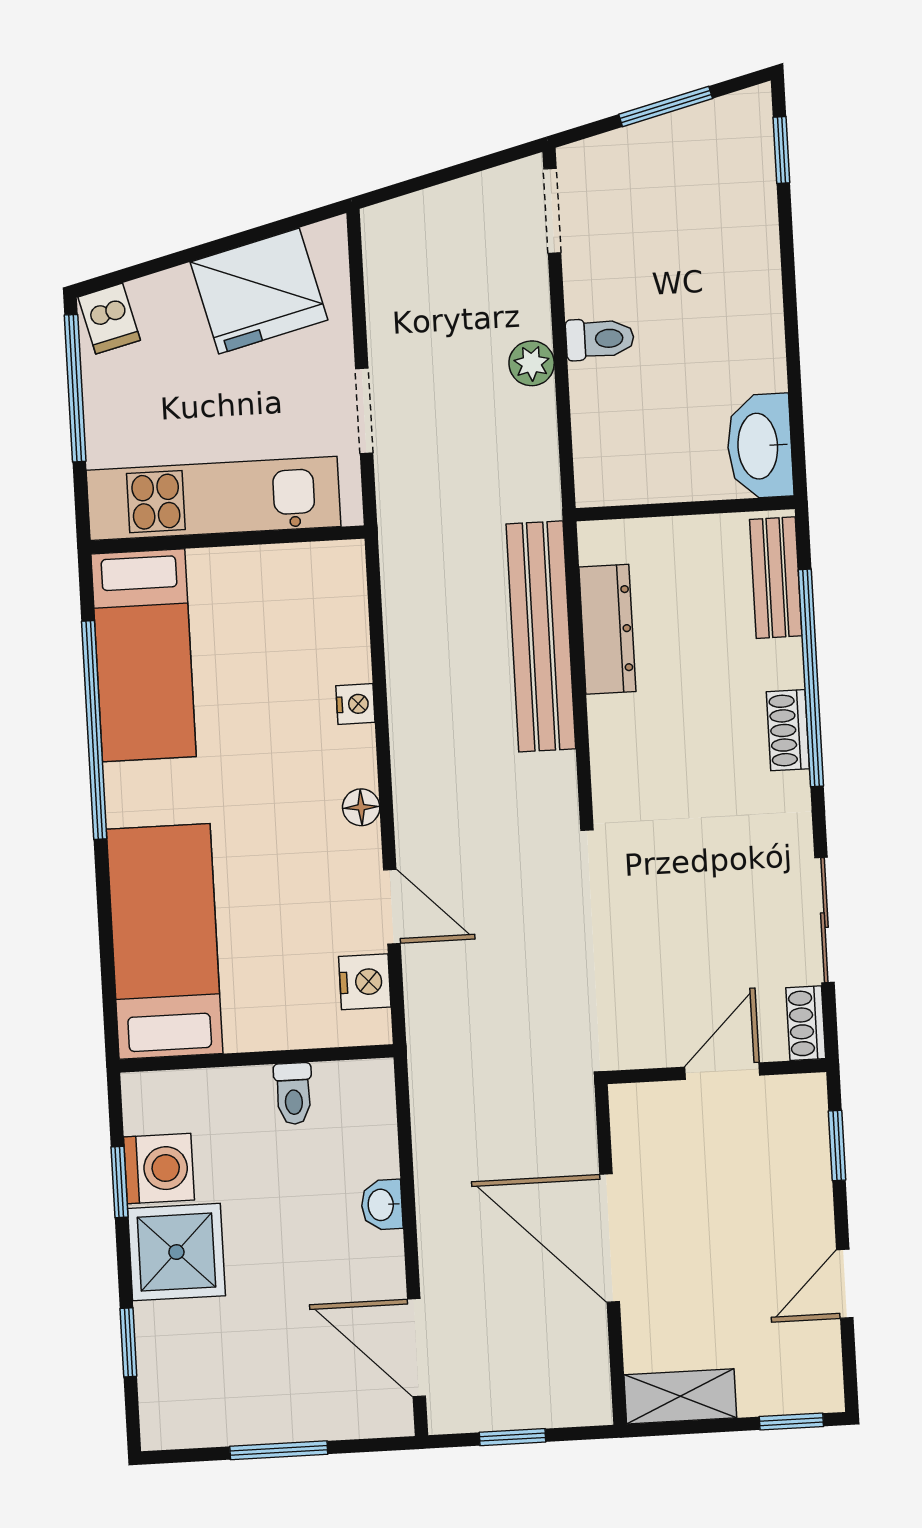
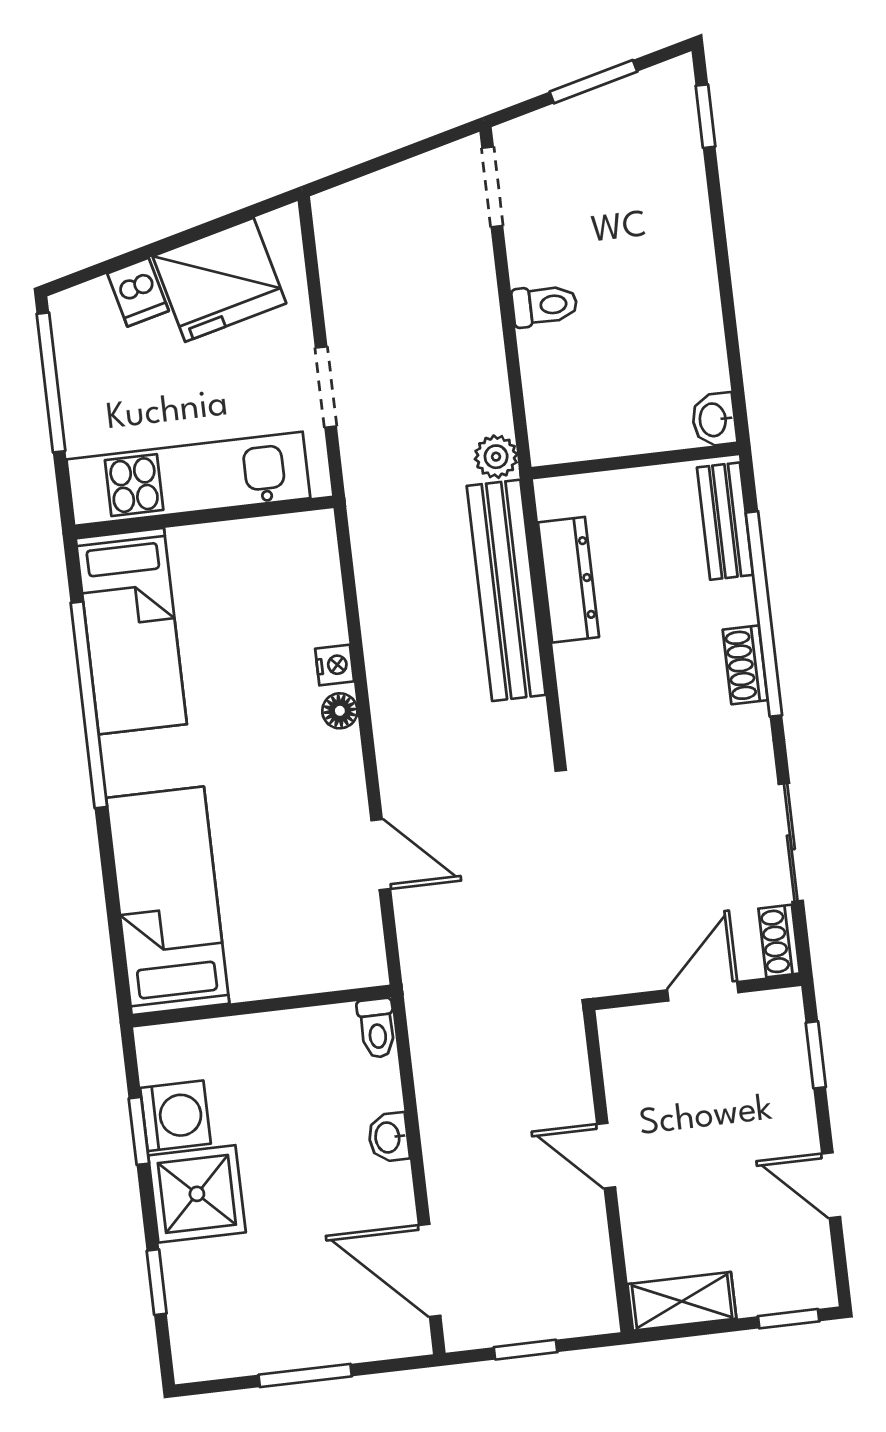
dishwasher: (109, 319) -> (138, 292), moved
plant: (532, 363) -> (496, 457), moved
washbasin: (760, 446) -> (714, 420), width x0.52, depth x0.69
floor lamp: (361, 807) -> (340, 711), moved
nightstand: (365, 982) -> (359, 927), removed
toilet: (293, 1094) -> (377, 1028), moved
door: (610, 1238) -> (606, 1156), width x0.53
door: (845, 1284) -> (831, 1185), hinge flipped

